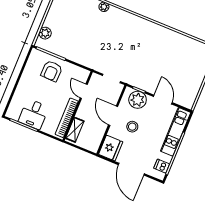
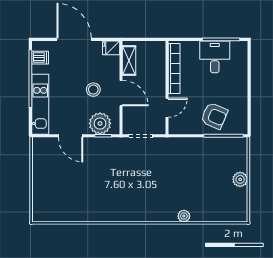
plant: (45, 33) -> (240, 179), moved
armchair: (52, 71) -> (214, 116), turned 111
door: (84, 91) -> (167, 108), hinge flipped
shelving: (75, 130) -> (129, 61), moved
fridge: (111, 148) -> (111, 48), width x0.53, depth x0.75

